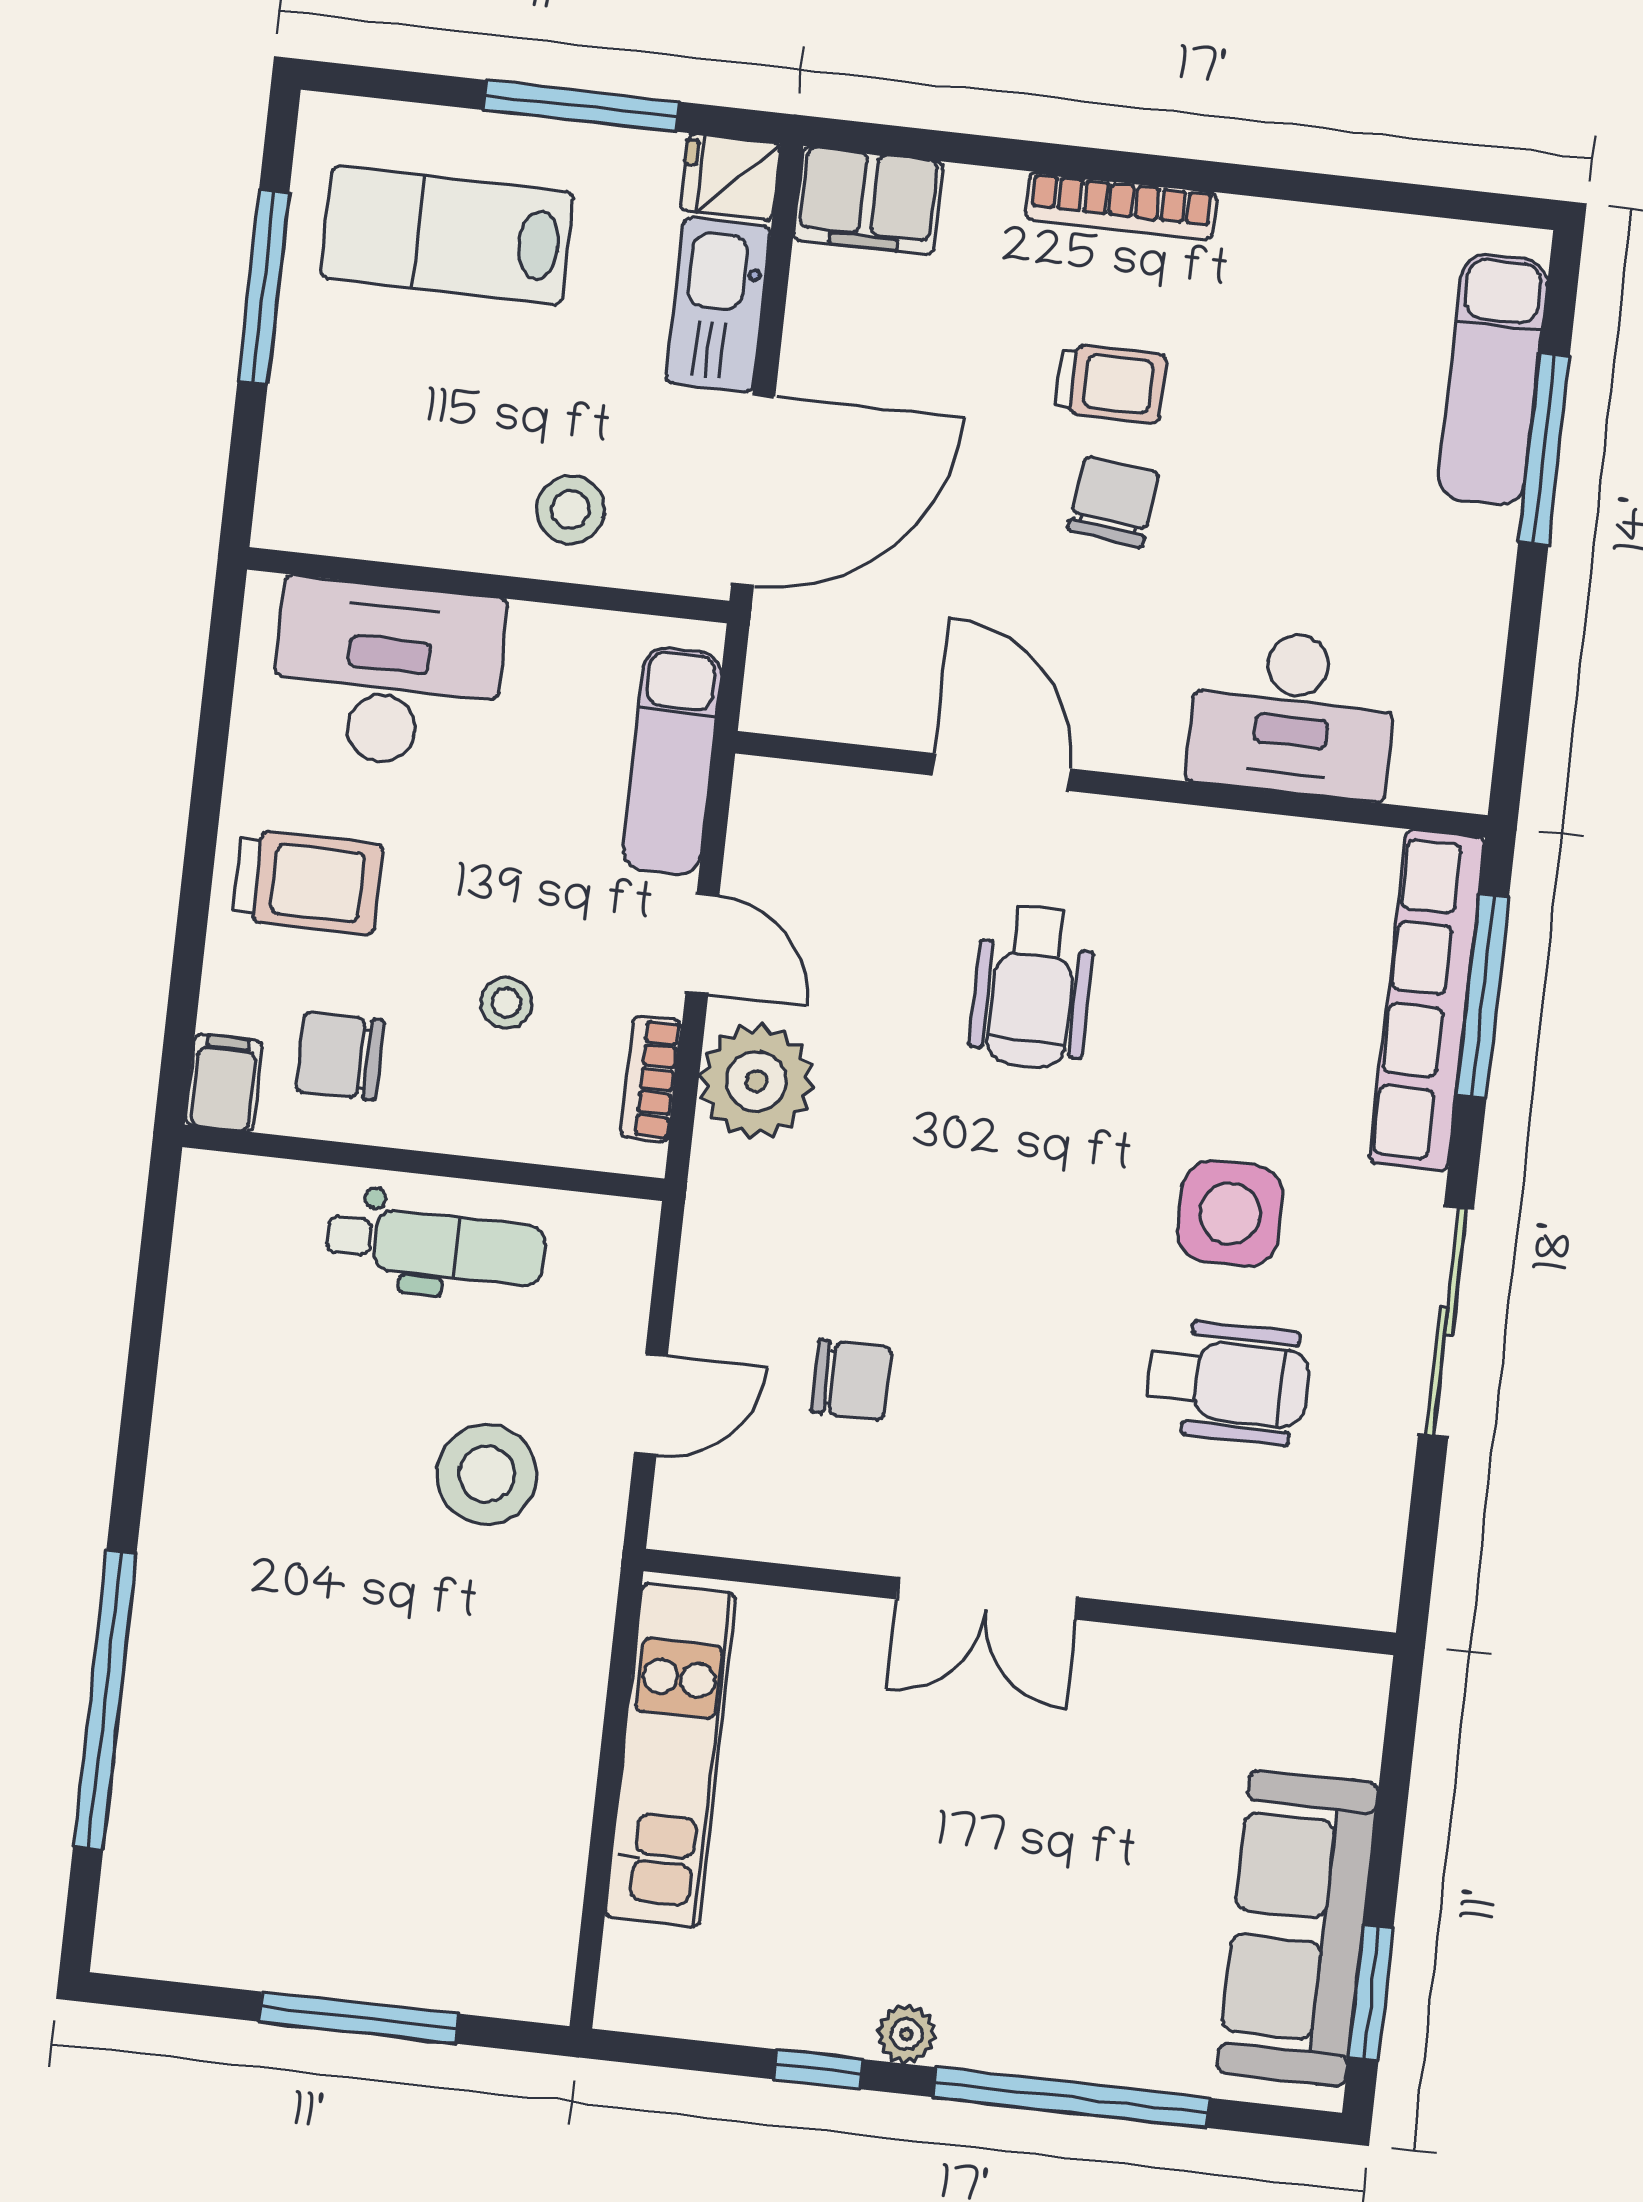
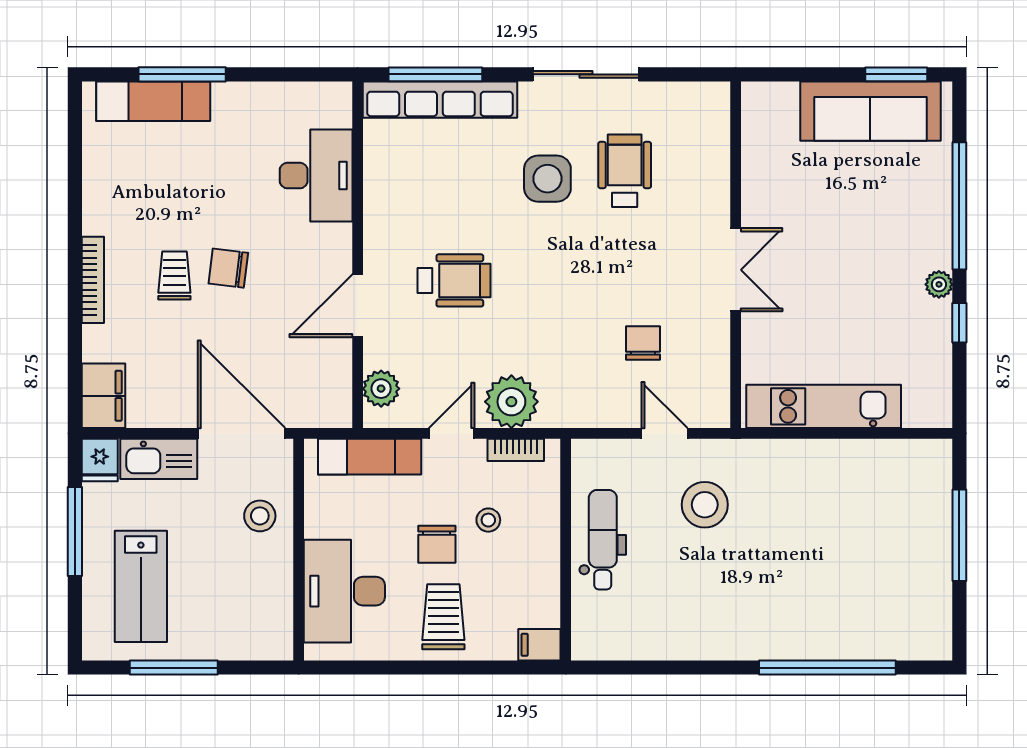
plant: (816, 803) -> (381, 389), added
chair: (340, 1056) -> (437, 544), moved

